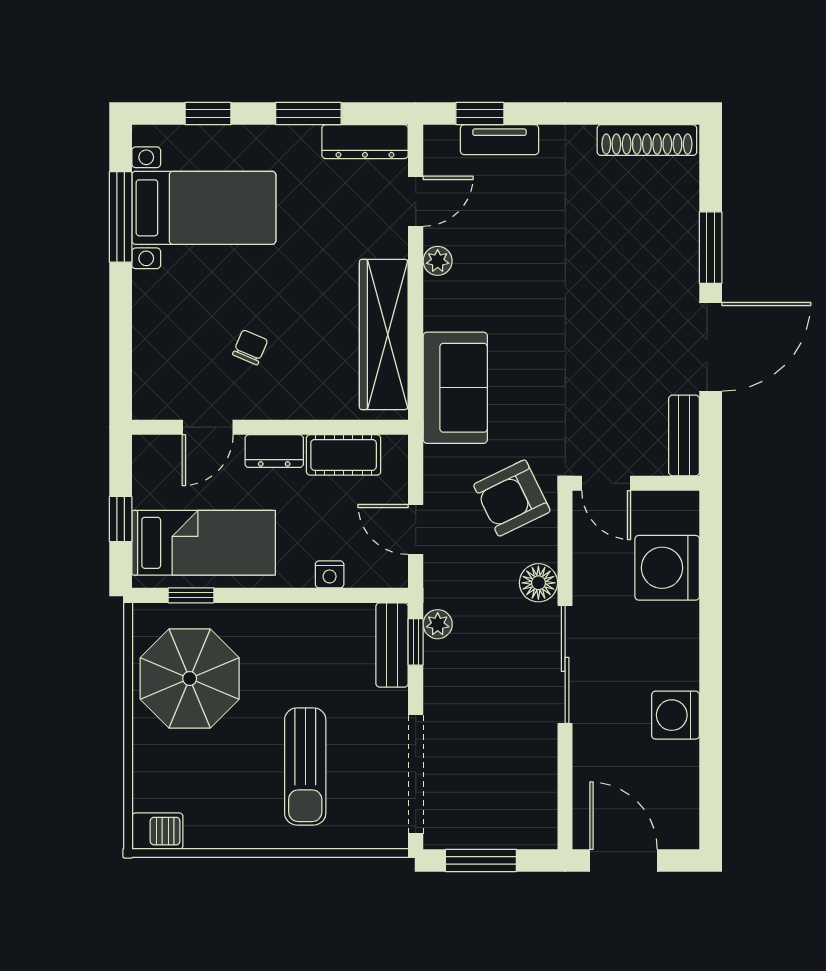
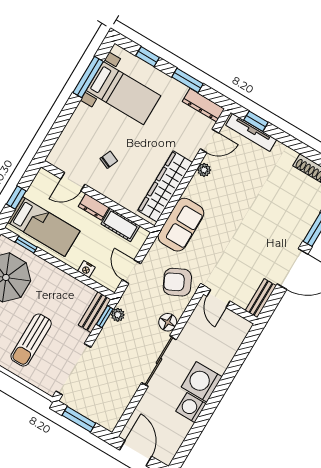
tv unit: (500, 140) -> (251, 132), width x1.41
washing machine: (667, 568) -> (202, 382), moved

